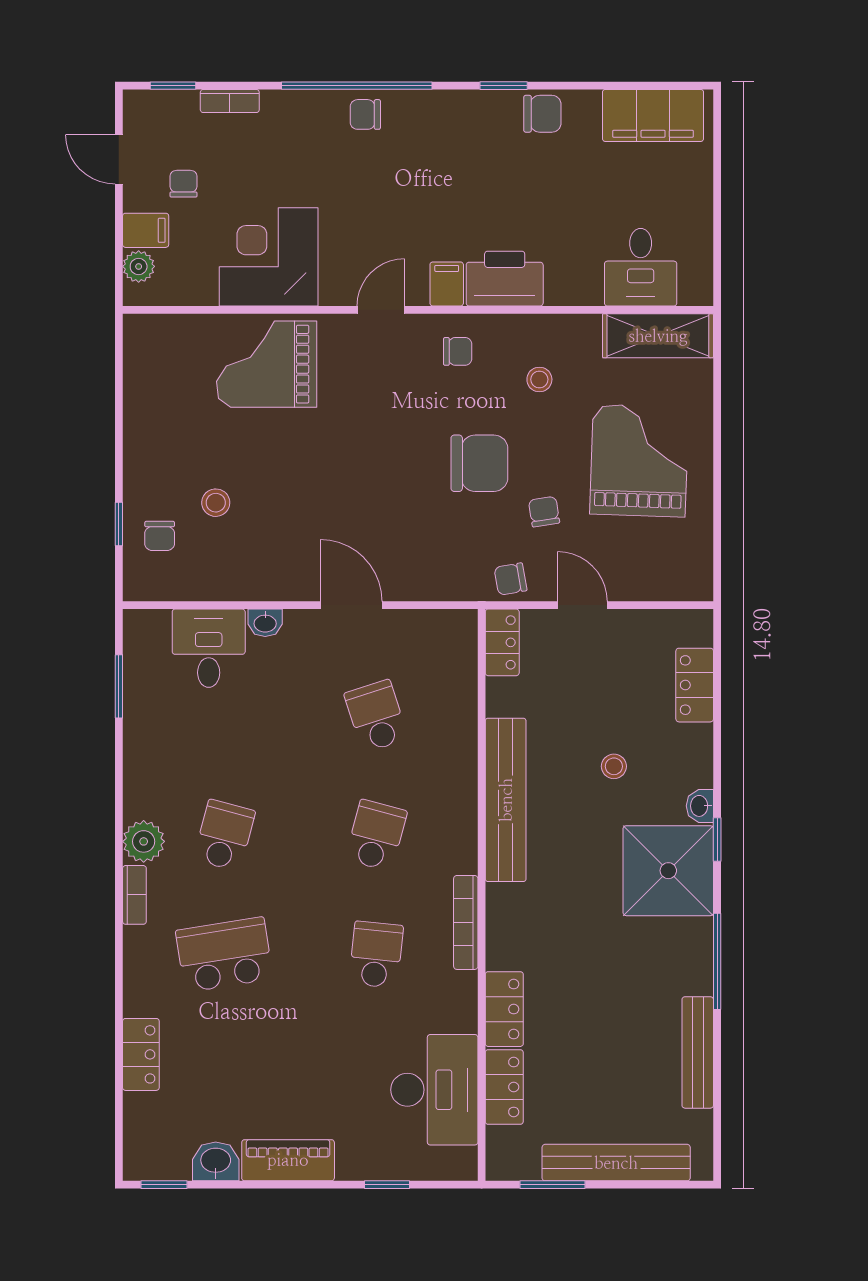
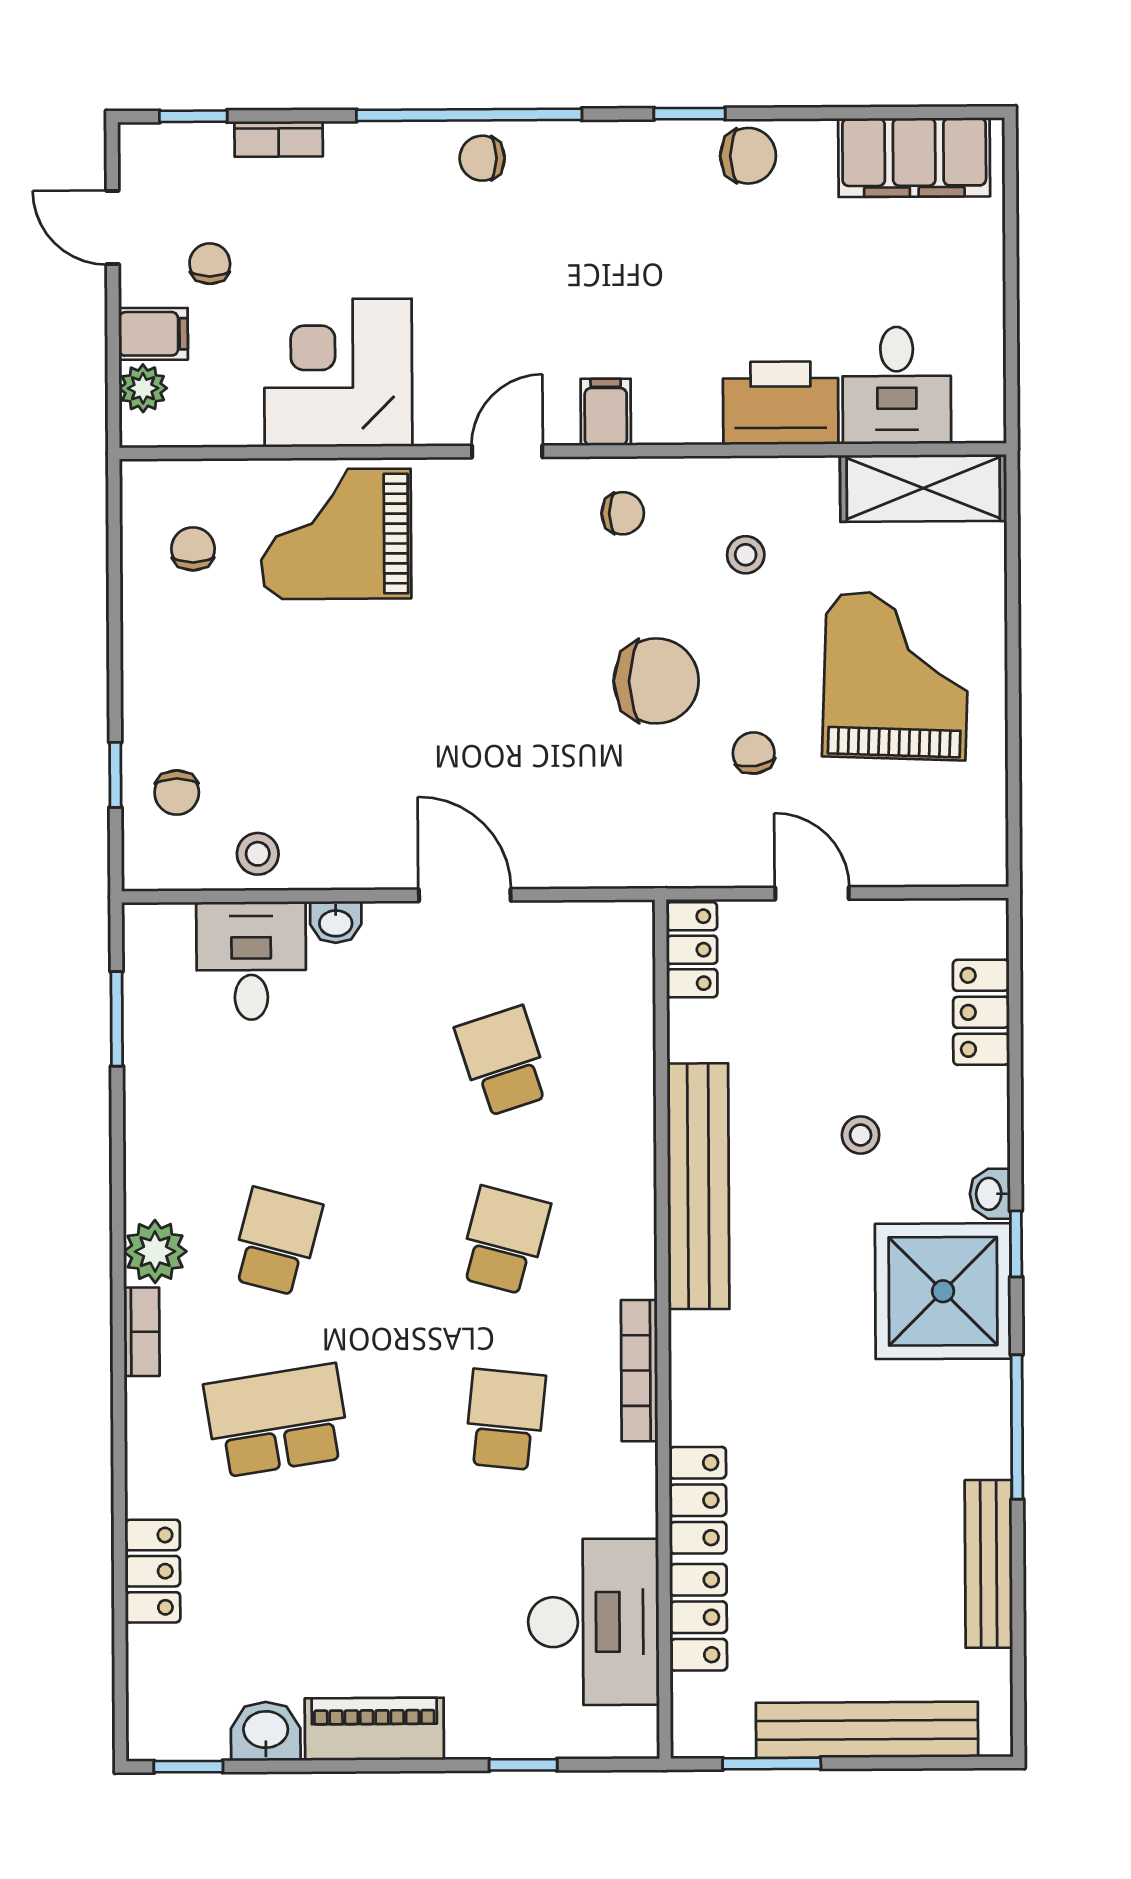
printer: (505, 279) -> (781, 403), moved
stool: (216, 503) -> (258, 854), moved
chair: (510, 579) -> (193, 549), moved, turned 100

